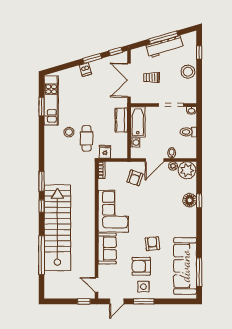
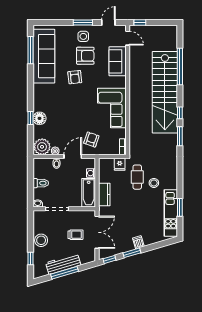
sofa: (107, 249) -> (118, 61), moved

